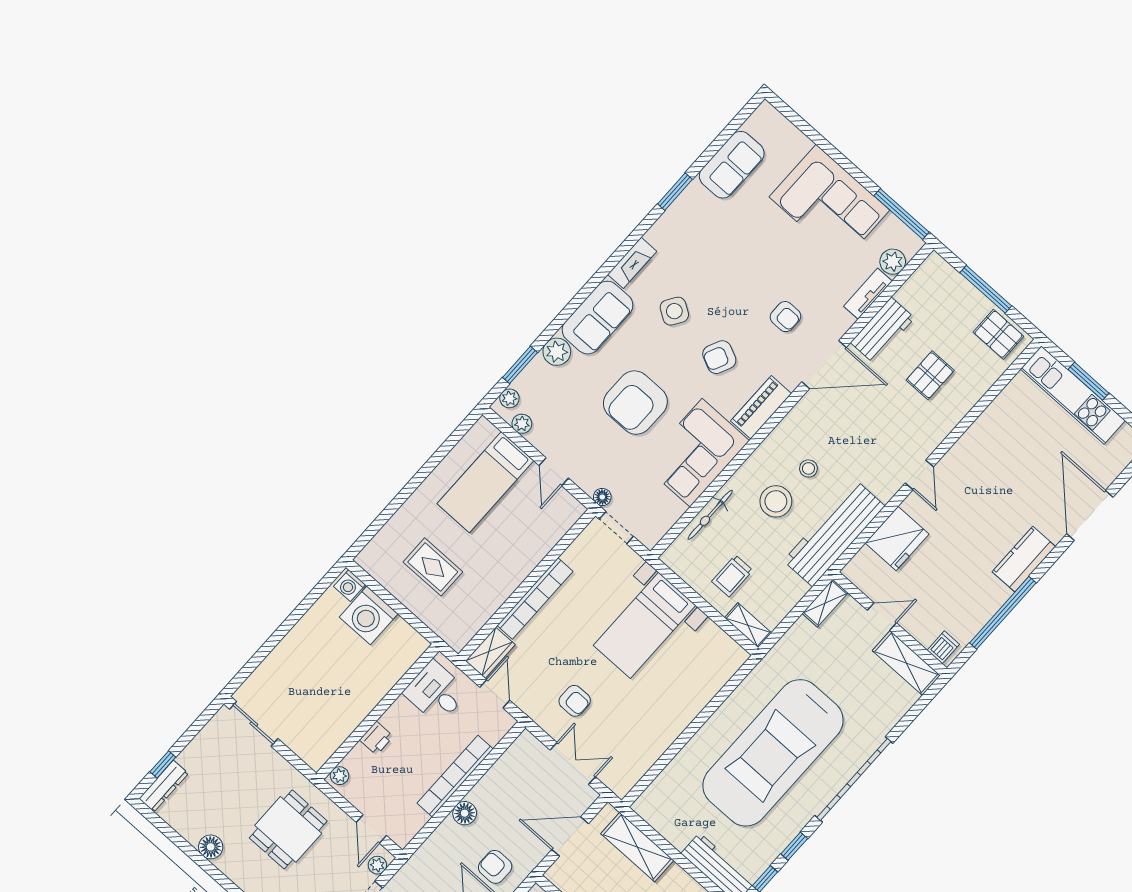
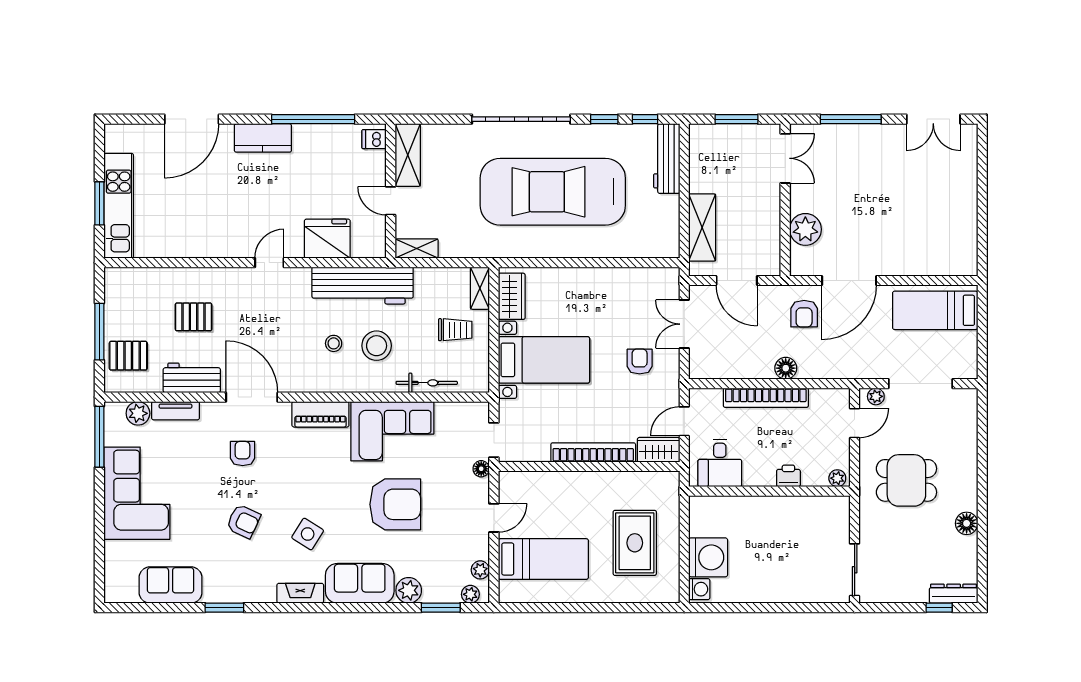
pallet: (998, 334) -> (128, 356), moved, turned 90
armchair: (719, 357) -> (243, 521), moved
rug: (433, 567) -> (635, 543), width x1.36, depth x1.43
wardrobe: (719, 645) -> (512, 296), added
car: (773, 753) -> (553, 192), turned 180

